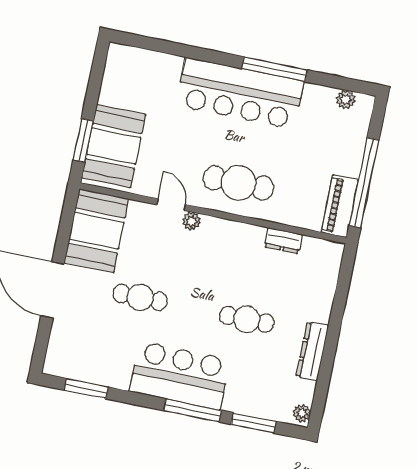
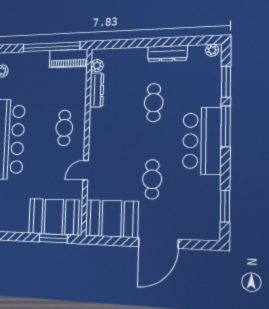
cafe table: (238, 183) -> (64, 128), width x0.73, depth x0.74
plant: (192, 221) -> (97, 66), moved
dresser: (283, 241) -> (97, 90), width x1.44

